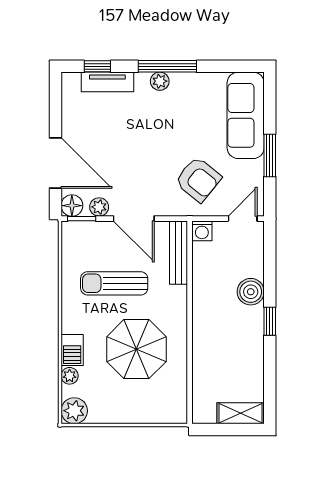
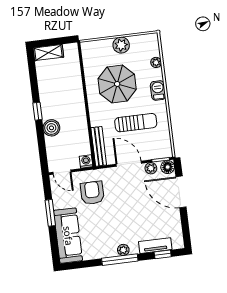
armchair: (198, 179) -> (92, 193), turned 51
door: (243, 219) -> (62, 172), hinge flipped
barbecue: (72, 350) -> (158, 91), moved
plant: (74, 411) -> (121, 45), moved

